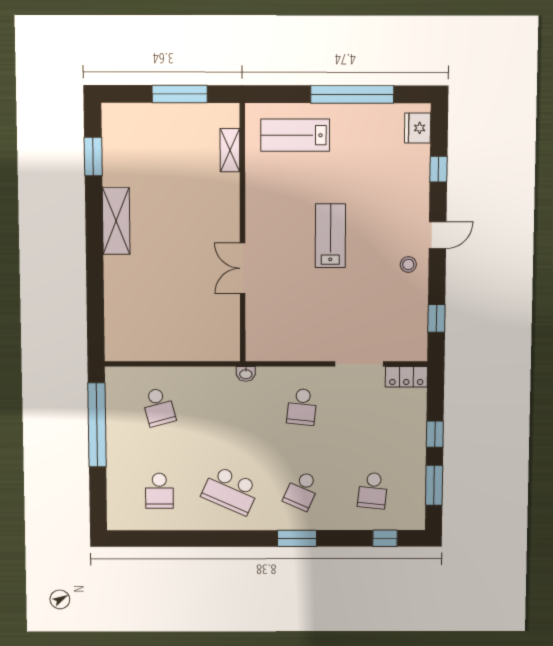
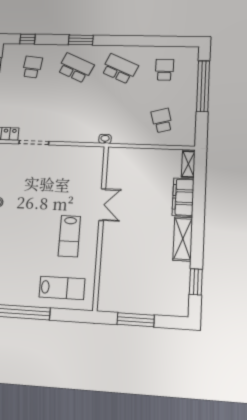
shelving: (230, 150) -> (188, 164), moved
lab bench: (330, 236) -> (69, 236), moved
filing cabinet: (119, 286) -> (183, 197), added
school desk: (302, 407) -> (71, 118), removed
window: (97, 425) -> (203, 86), moved
school desk: (302, 491) -> (76, 68), width x1.85

